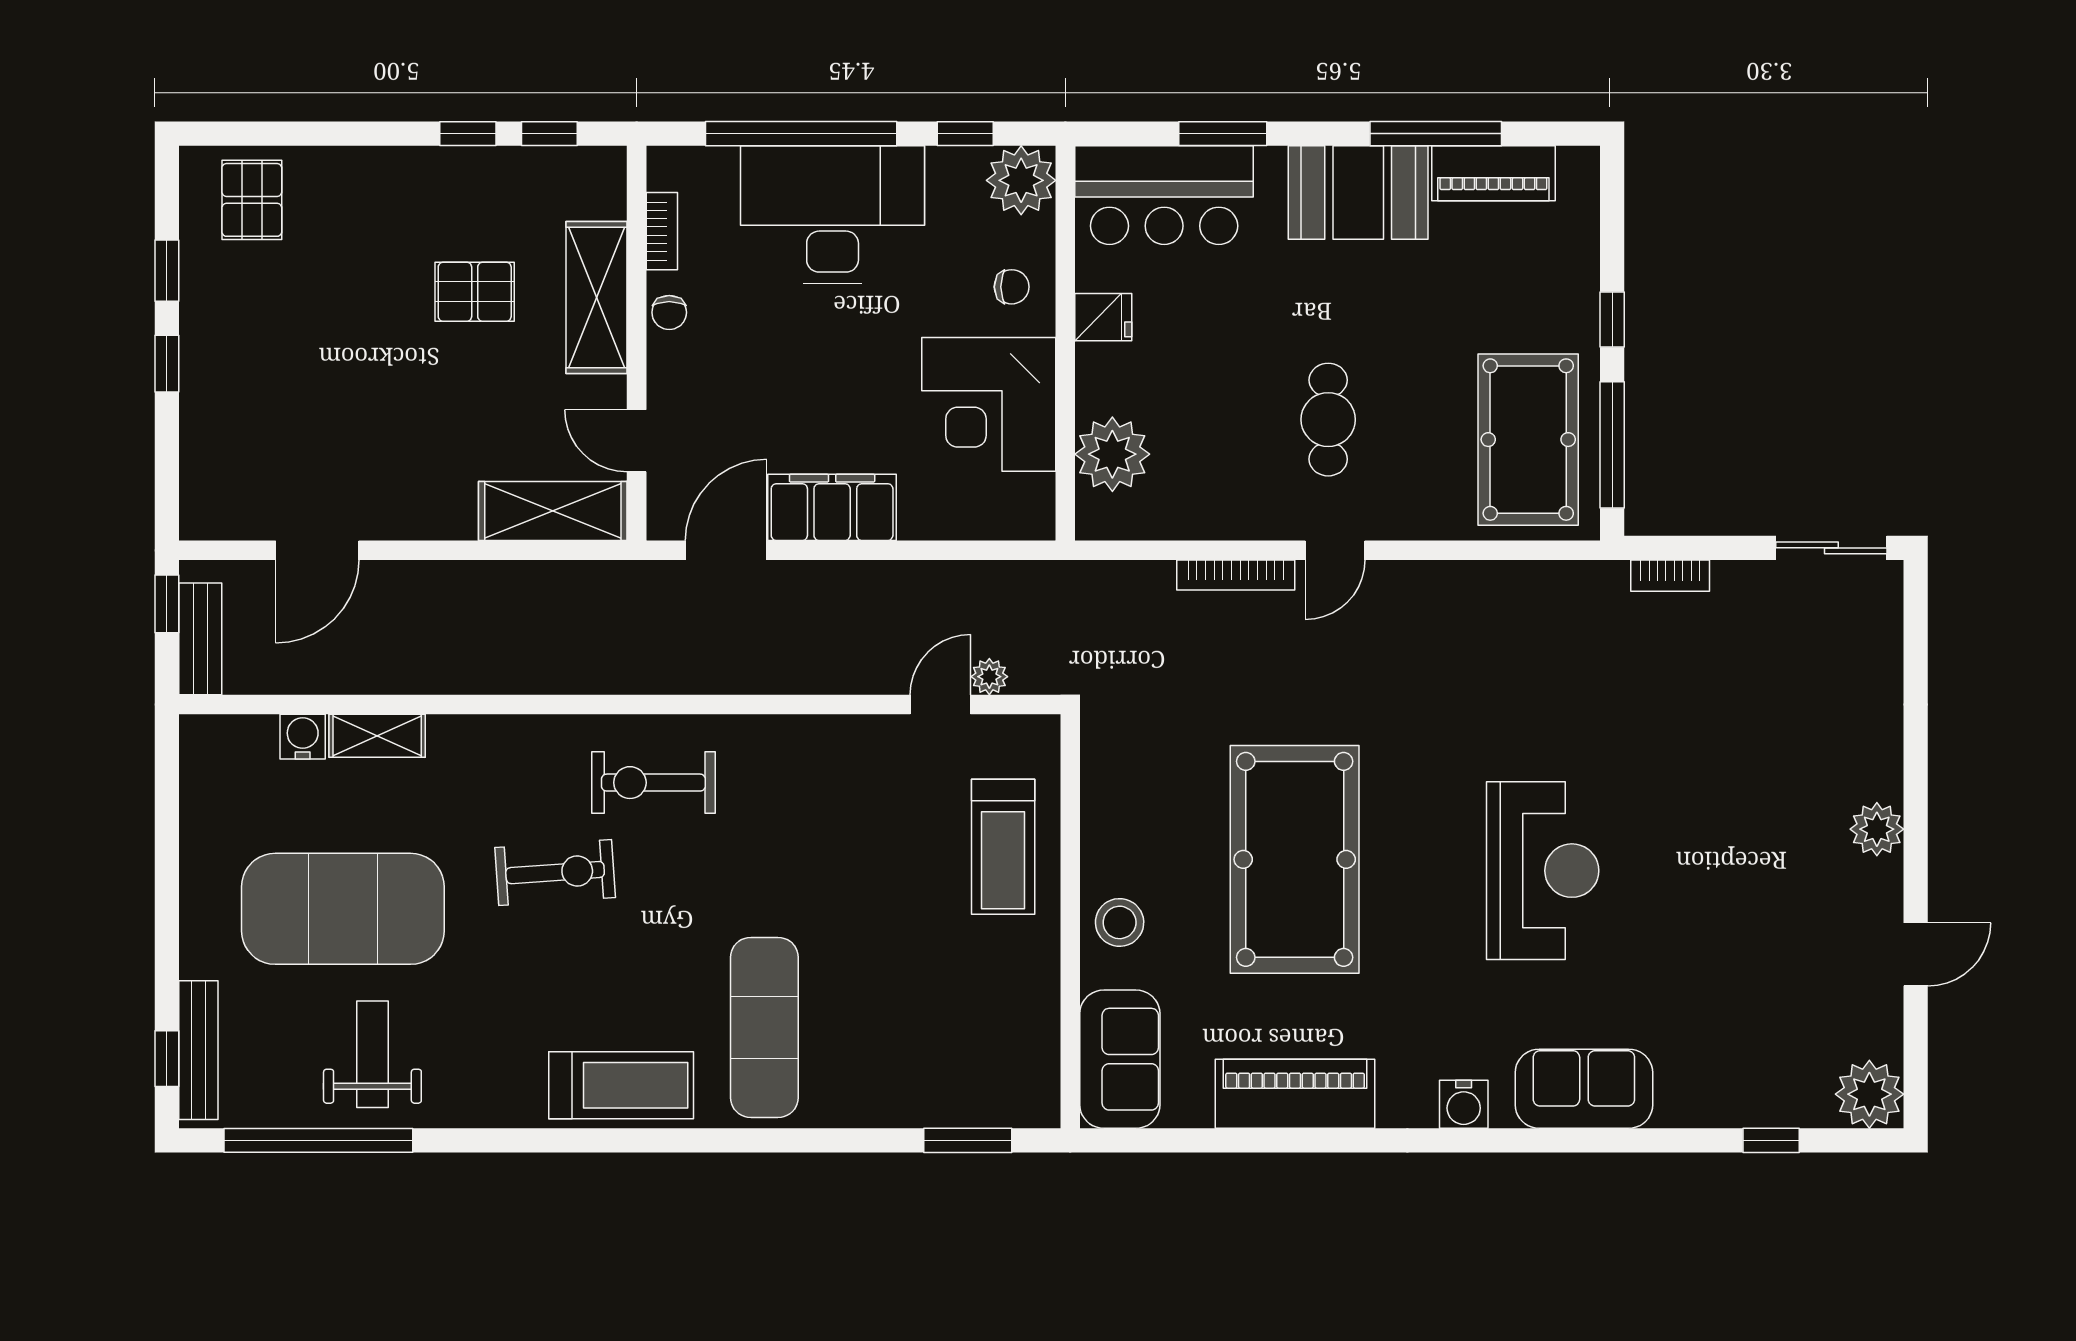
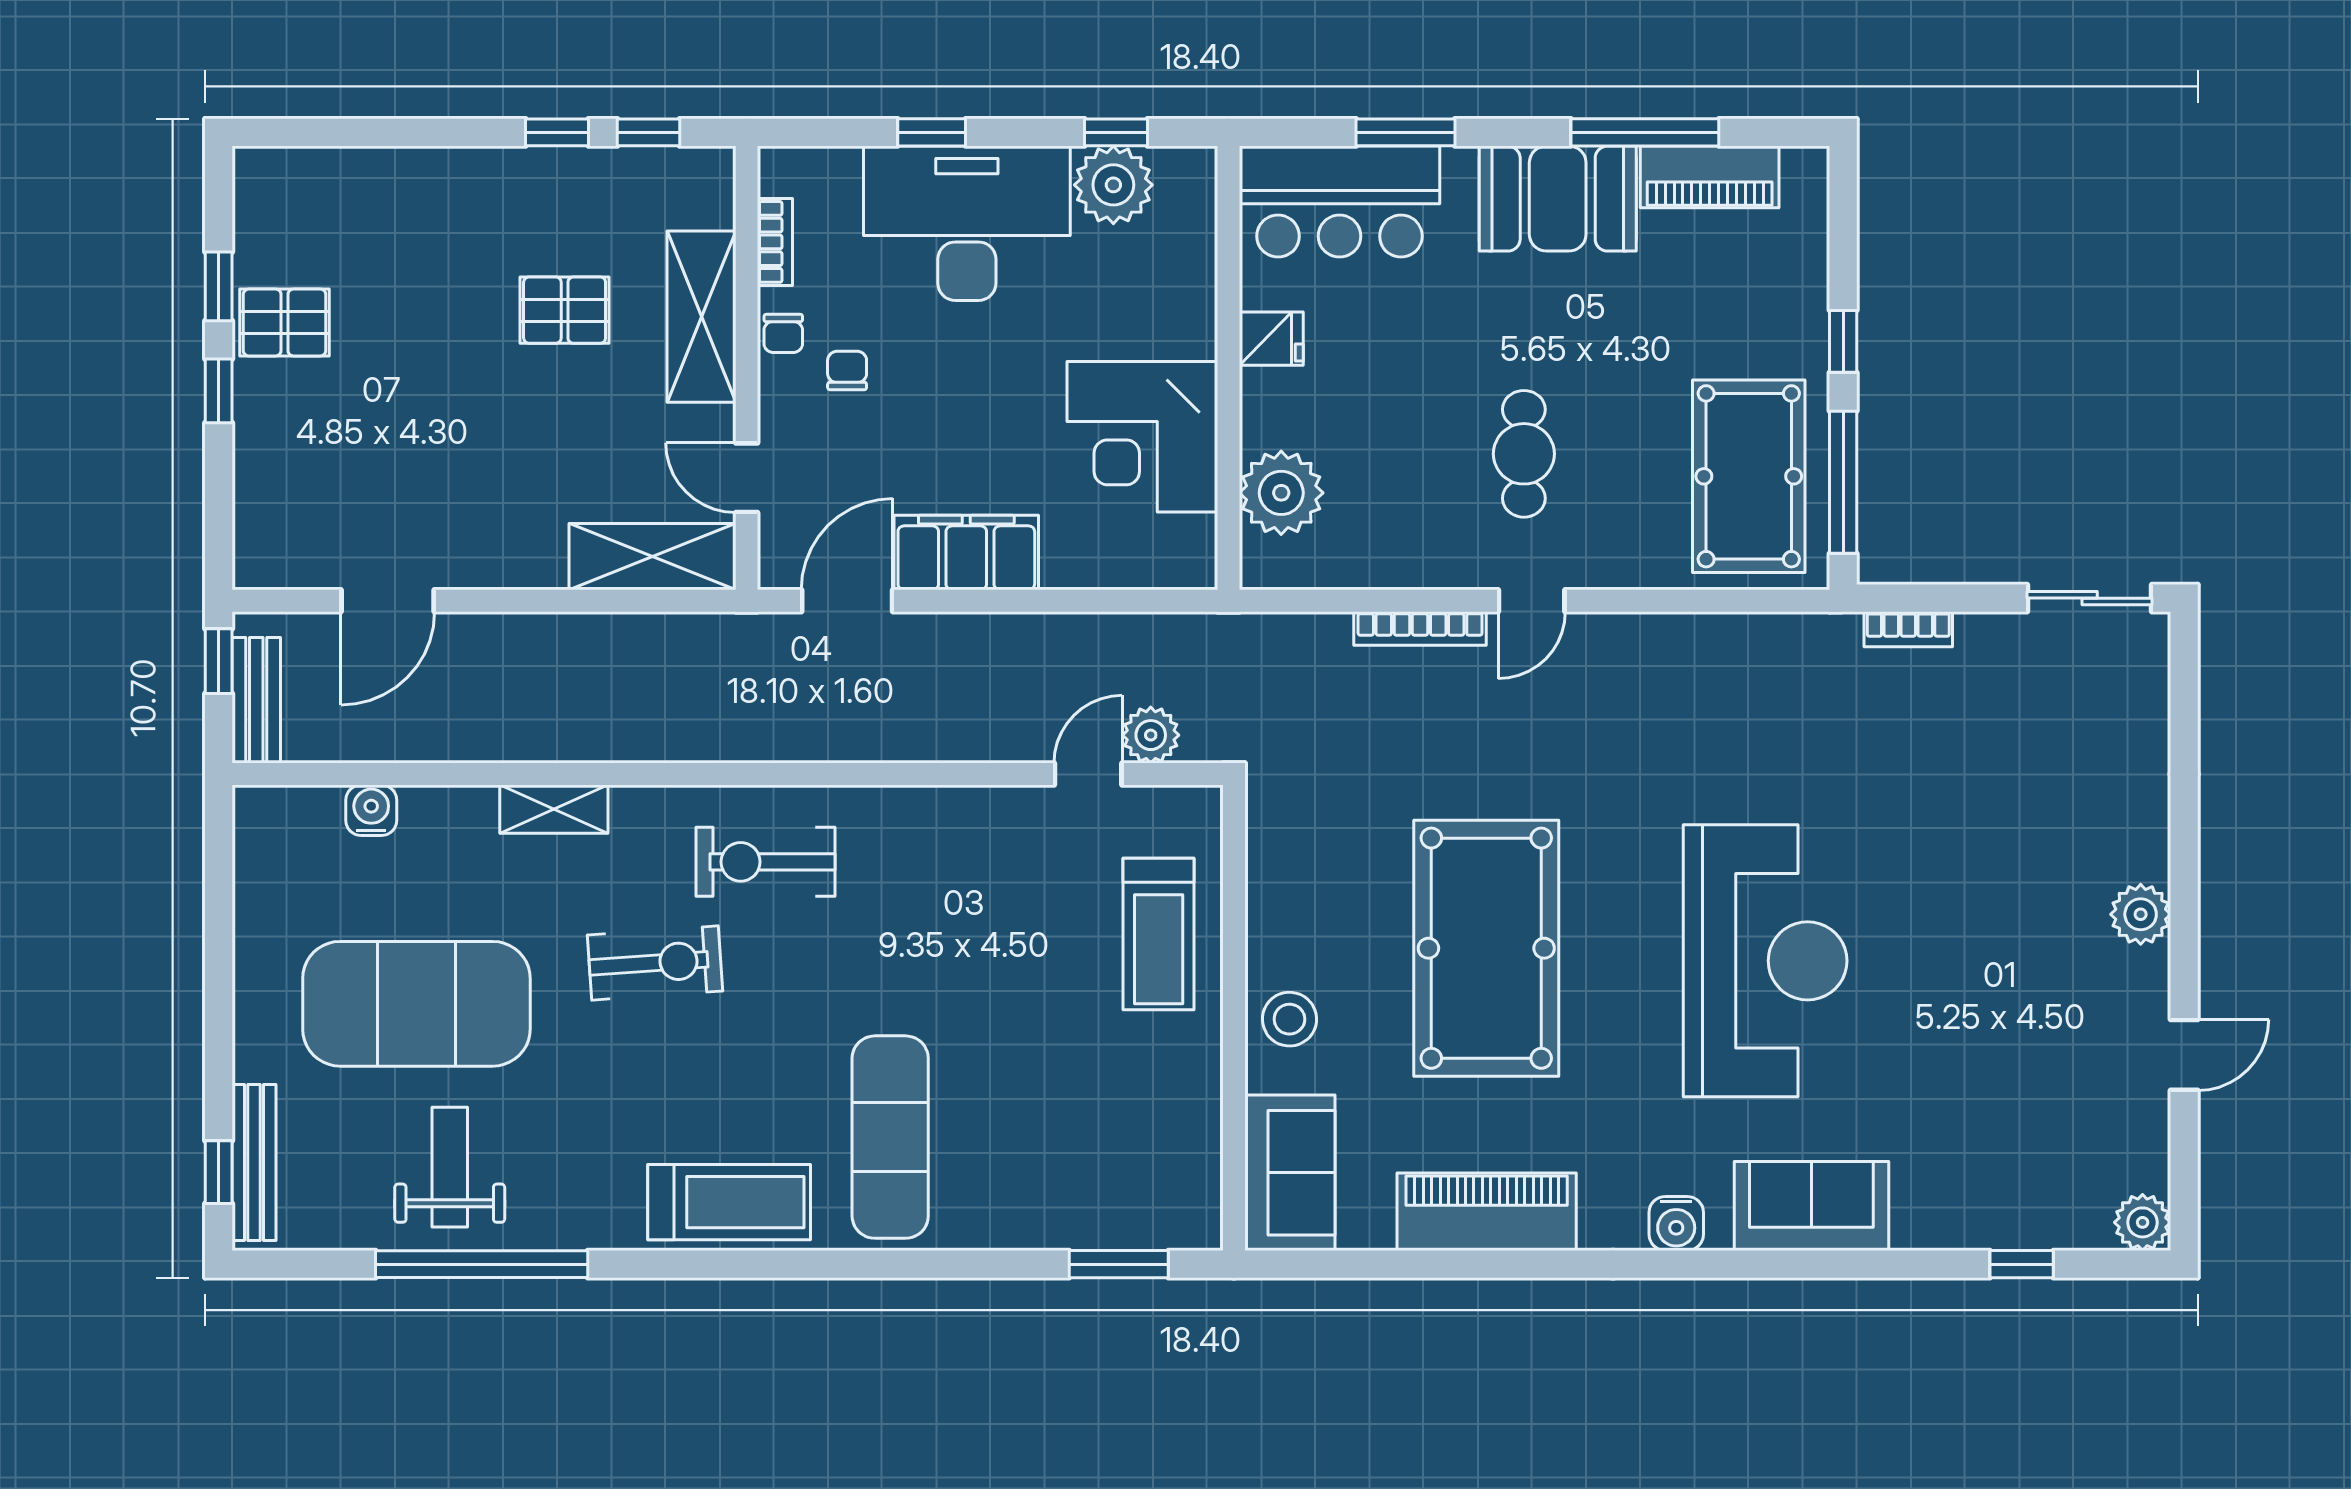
window: (801, 134) -> (932, 132), width x0.32
plant: (1021, 180) -> (1113, 185), moved
pallet: (252, 200) -> (285, 323), moved, turned 90
chair: (1012, 287) -> (847, 370), moved, turned -90
plant: (989, 677) -> (1151, 735), width x1.38, depth x1.38
shelving: (377, 736) -> (554, 809), moved
reception desk: (1543, 871) -> (1765, 961), width x1.36, depth x1.30
plant: (1869, 1094) -> (2143, 1222), width x0.73, depth x0.73
window: (318, 1140) -> (482, 1264), moved

